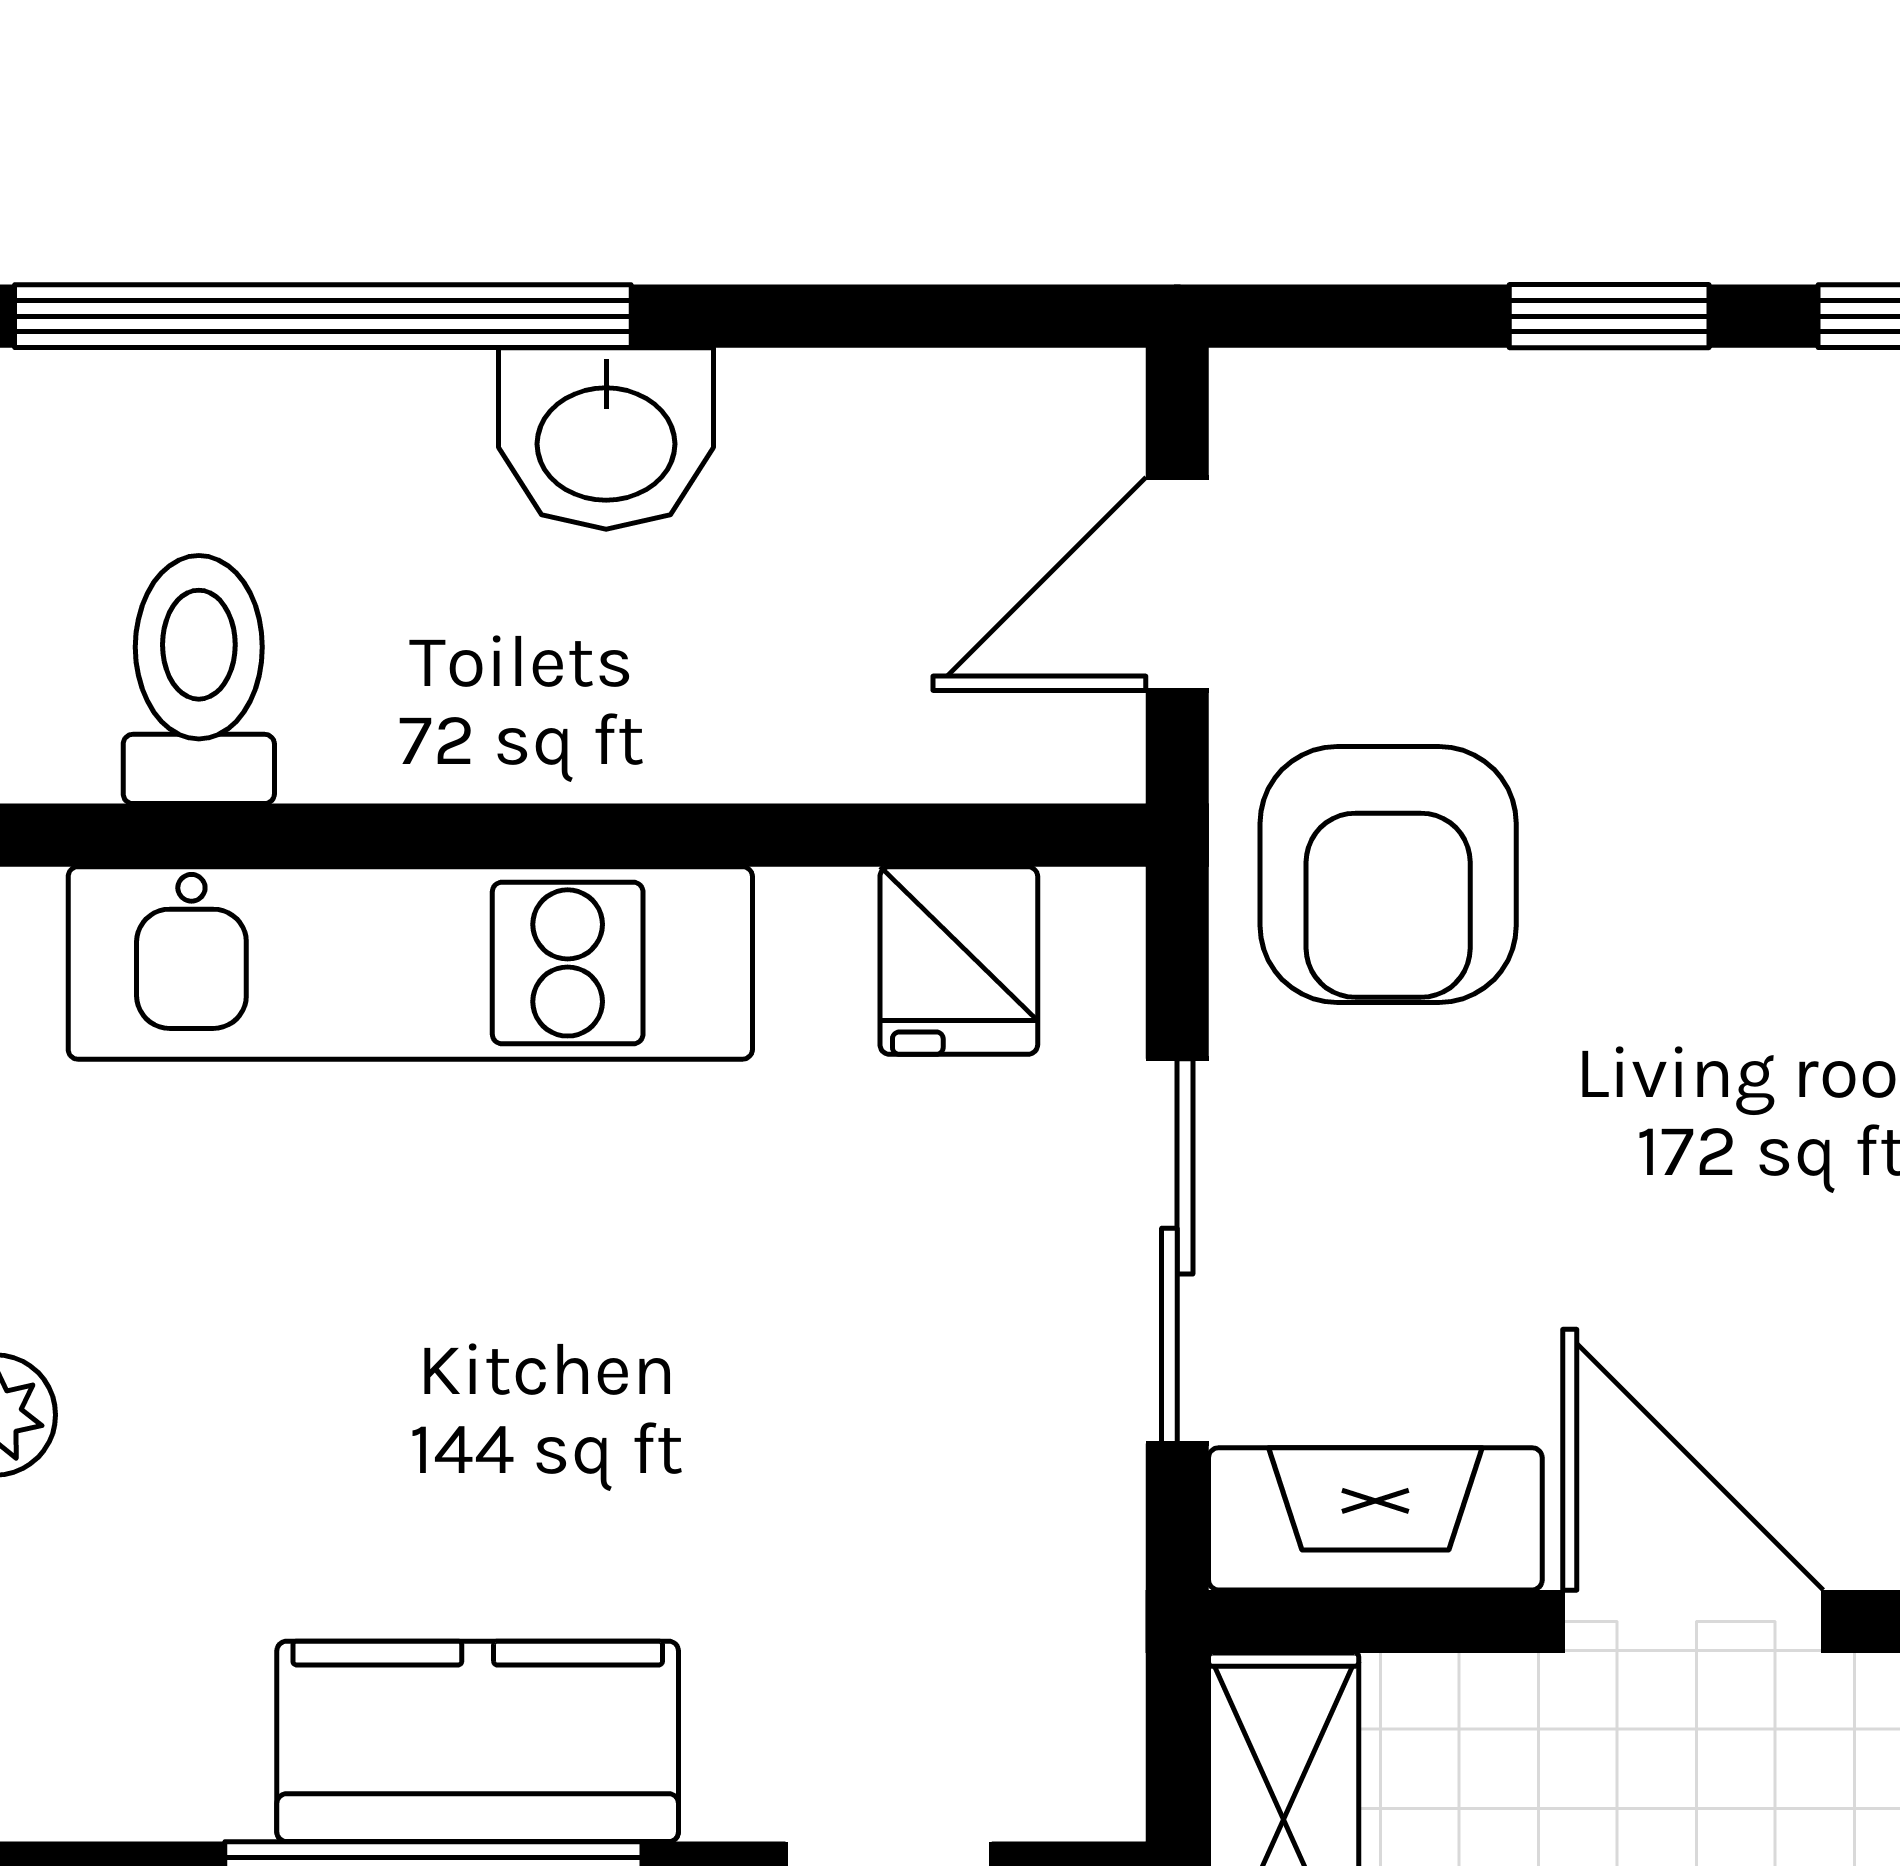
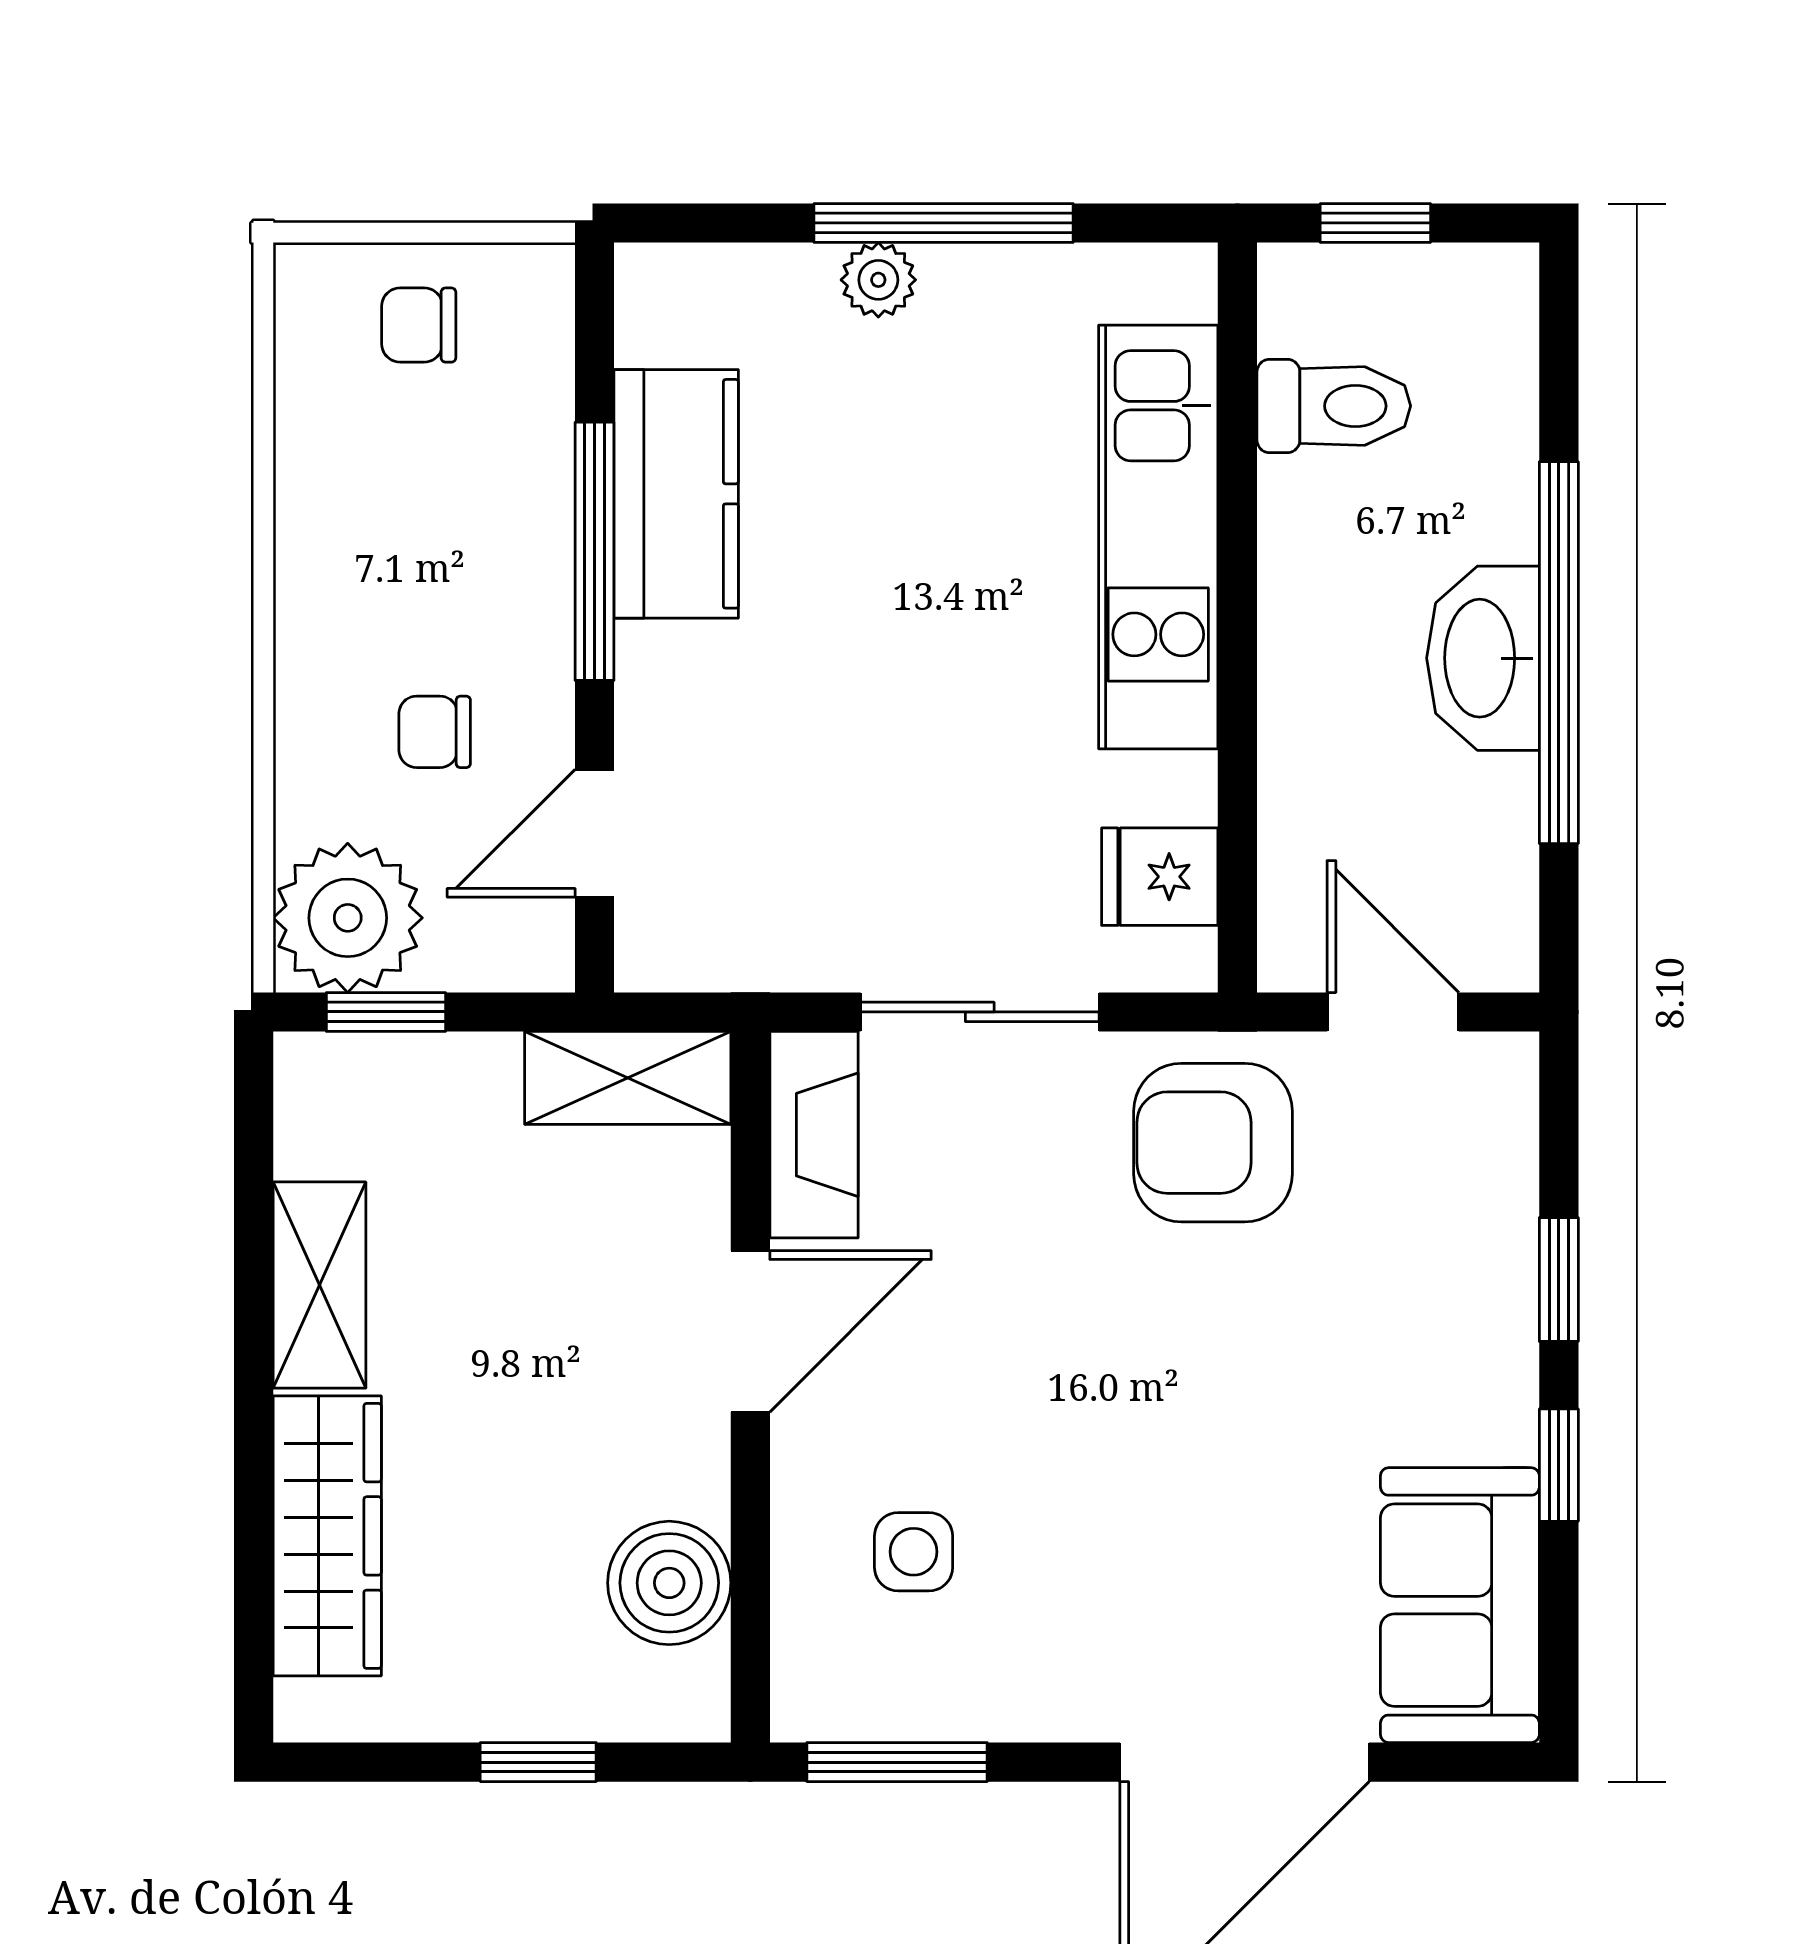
window: (323, 316) -> (1559, 653), moved
washbasin: (606, 439) -> (1483, 658), width x1.38
kitchen counter: (478, 1741) -> (676, 494), moved

